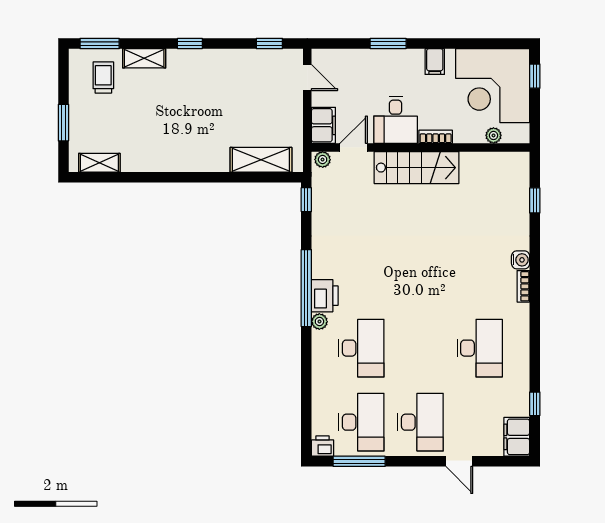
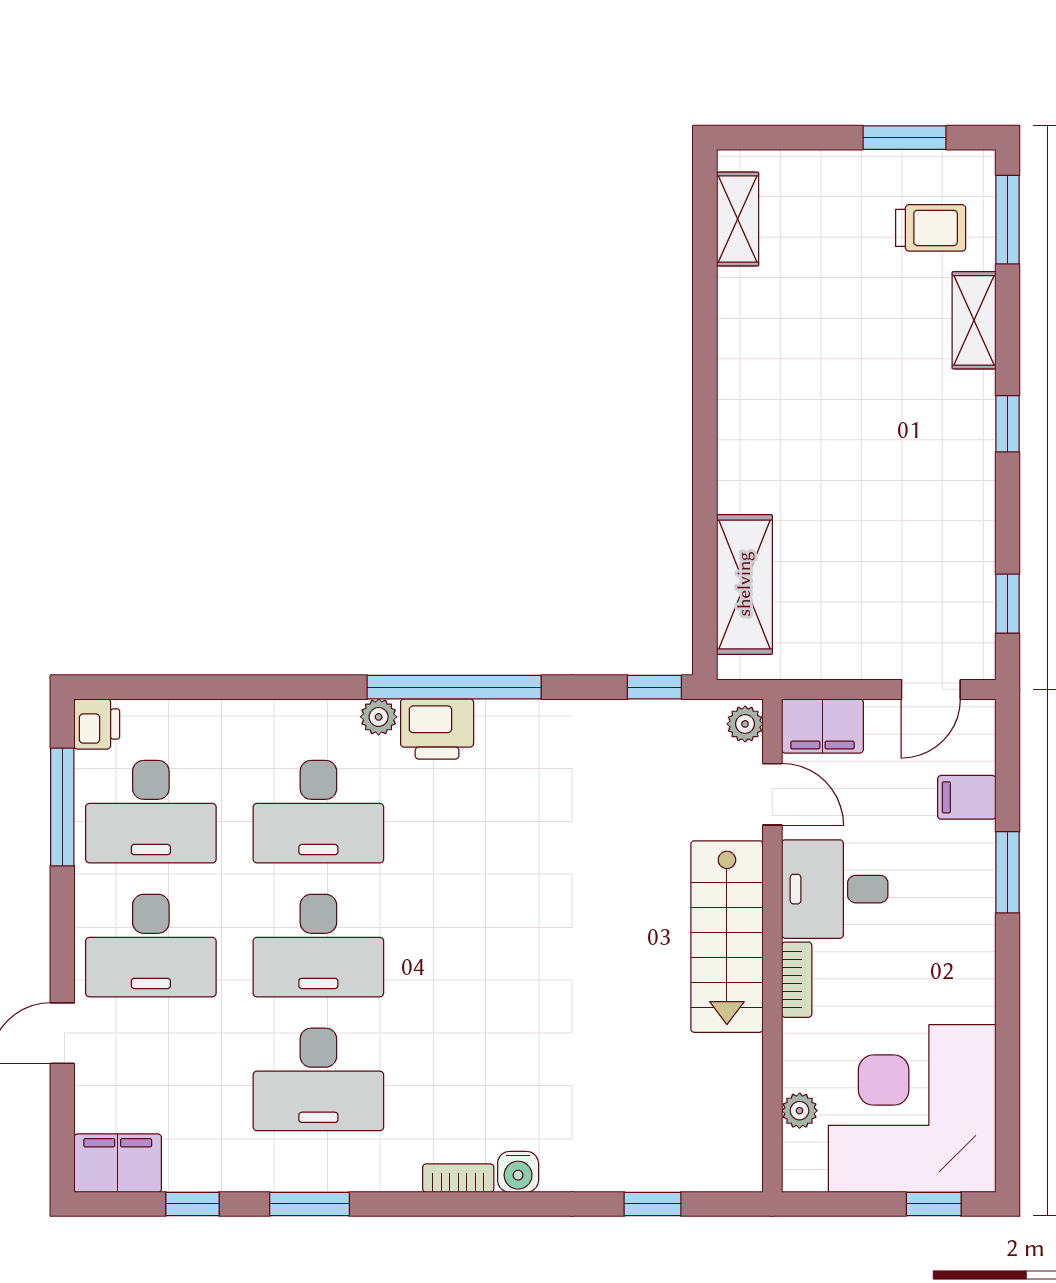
filing cabinet: (435, 62) -> (967, 797), moved
window: (63, 123) -> (905, 138), moved
desk: (421, 348) -> (318, 946), added
window: (535, 352) -> (310, 1204), added

